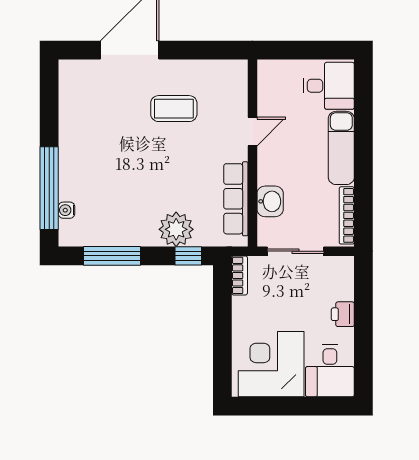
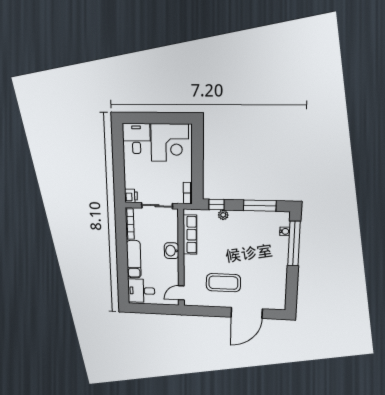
coffee table: (174, 109) -> (223, 283), width x1.36, depth x1.32
door: (252, 131) -> (181, 293), moved
washbasin: (270, 201) -> (171, 251), moved
plant: (176, 229) -> (223, 215), width x0.53, depth x0.53
printer: (343, 314) -> (131, 196), moved

